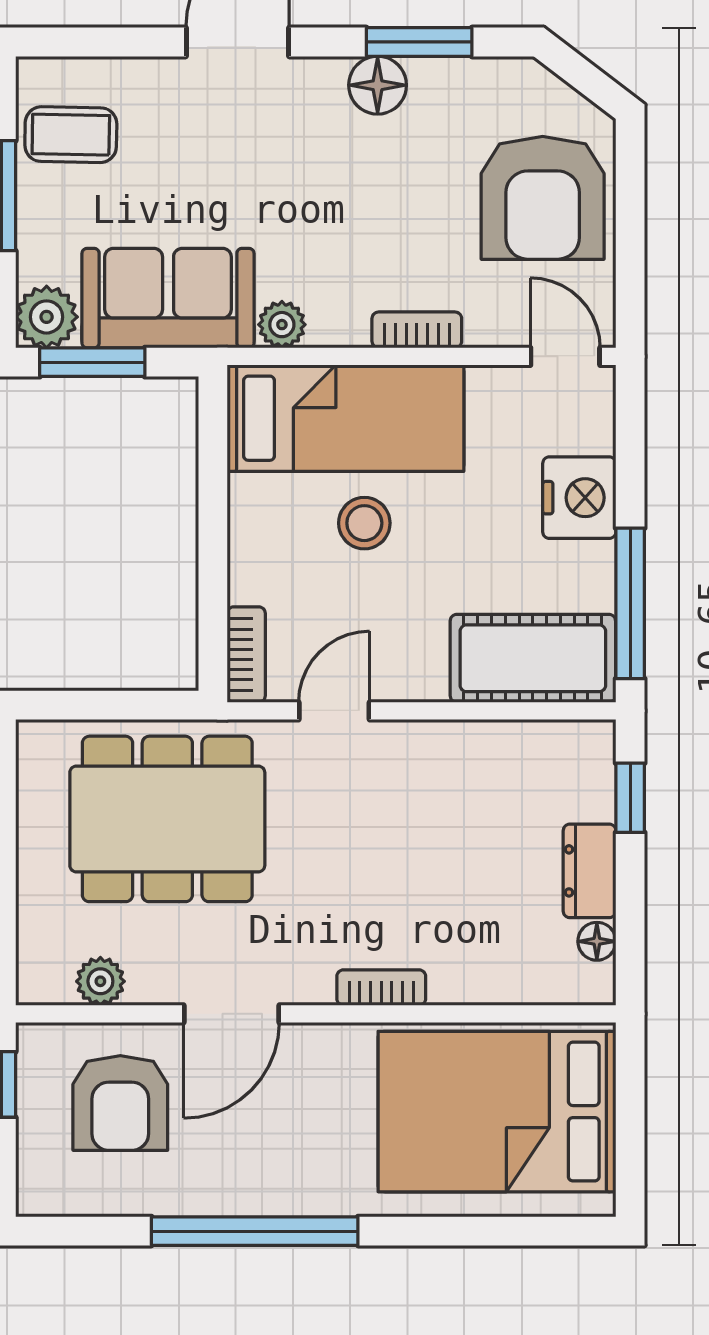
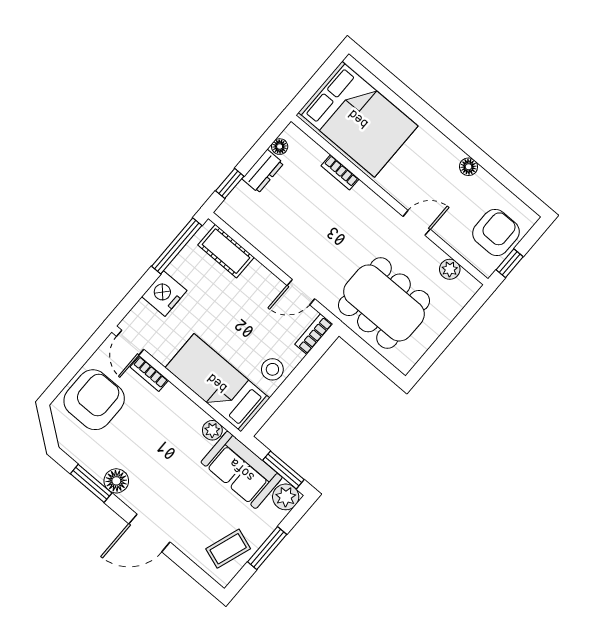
coffee table: (71, 135) -> (228, 549), turned -72
bookcase: (417, 330) -> (149, 374), moved
stool: (364, 523) -> (272, 369), moved
cot: (533, 658) -> (226, 251), width x0.73, depth x0.75
bookcase: (381, 988) -> (340, 172), moved
door: (231, 1014) -> (417, 223), width x0.73
armchair: (120, 1103) -> (496, 232), moved
floor lamp: (224, 1196) -> (469, 167), added
window: (255, 1231) -> (468, 147), removed

